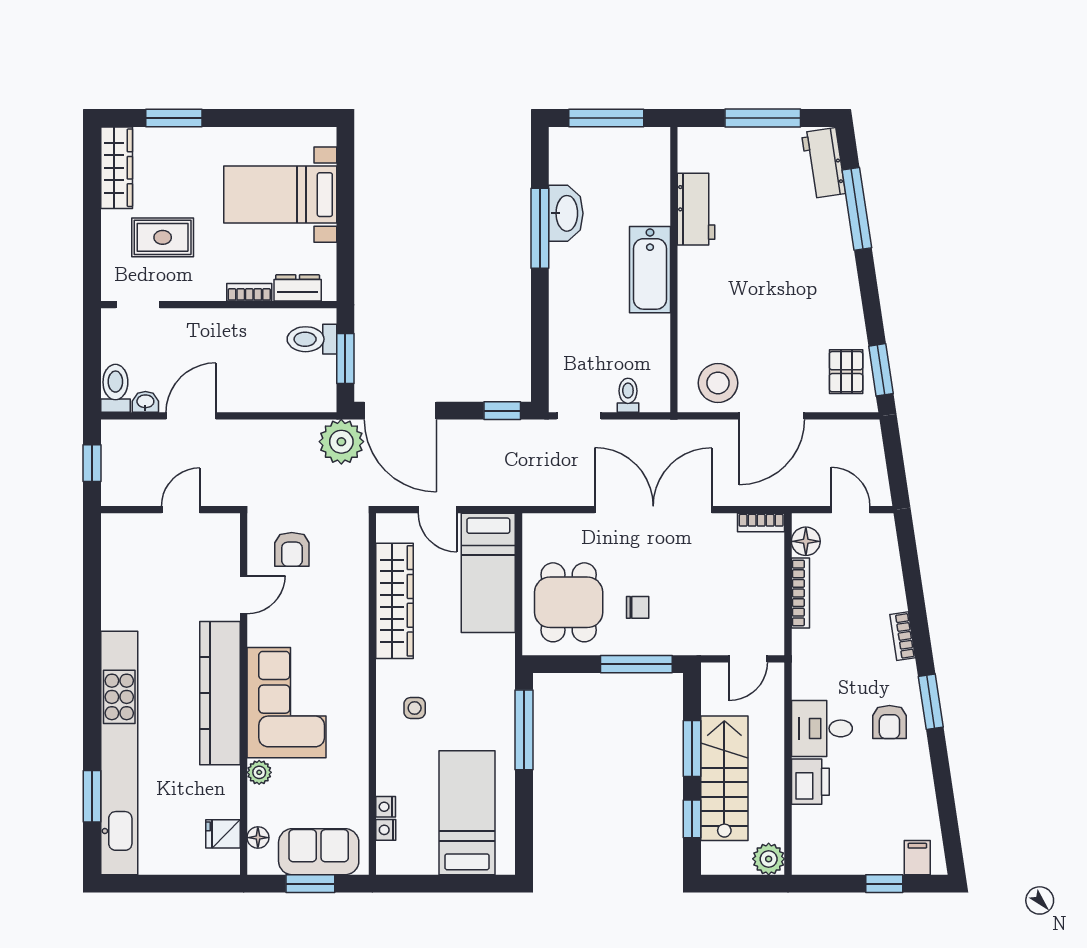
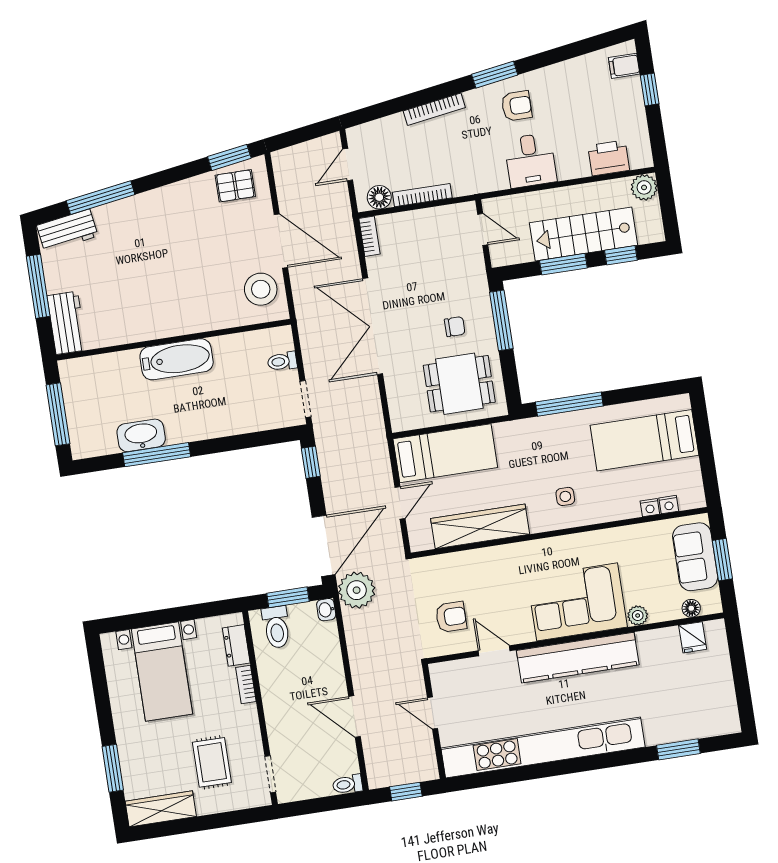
workbench: (696, 209) -> (67, 323), moved, turned 90
toilet: (115, 388) -> (347, 784), width x0.73, depth x0.72
washbasin: (145, 402) -> (326, 610), moved
chair: (638, 607) -> (455, 327), turned 90
bookcase: (903, 636) -> (434, 109), width x1.56
kitchen unit: (119, 753) -> (543, 747), moved
printer: (810, 782) -> (609, 158), moved

